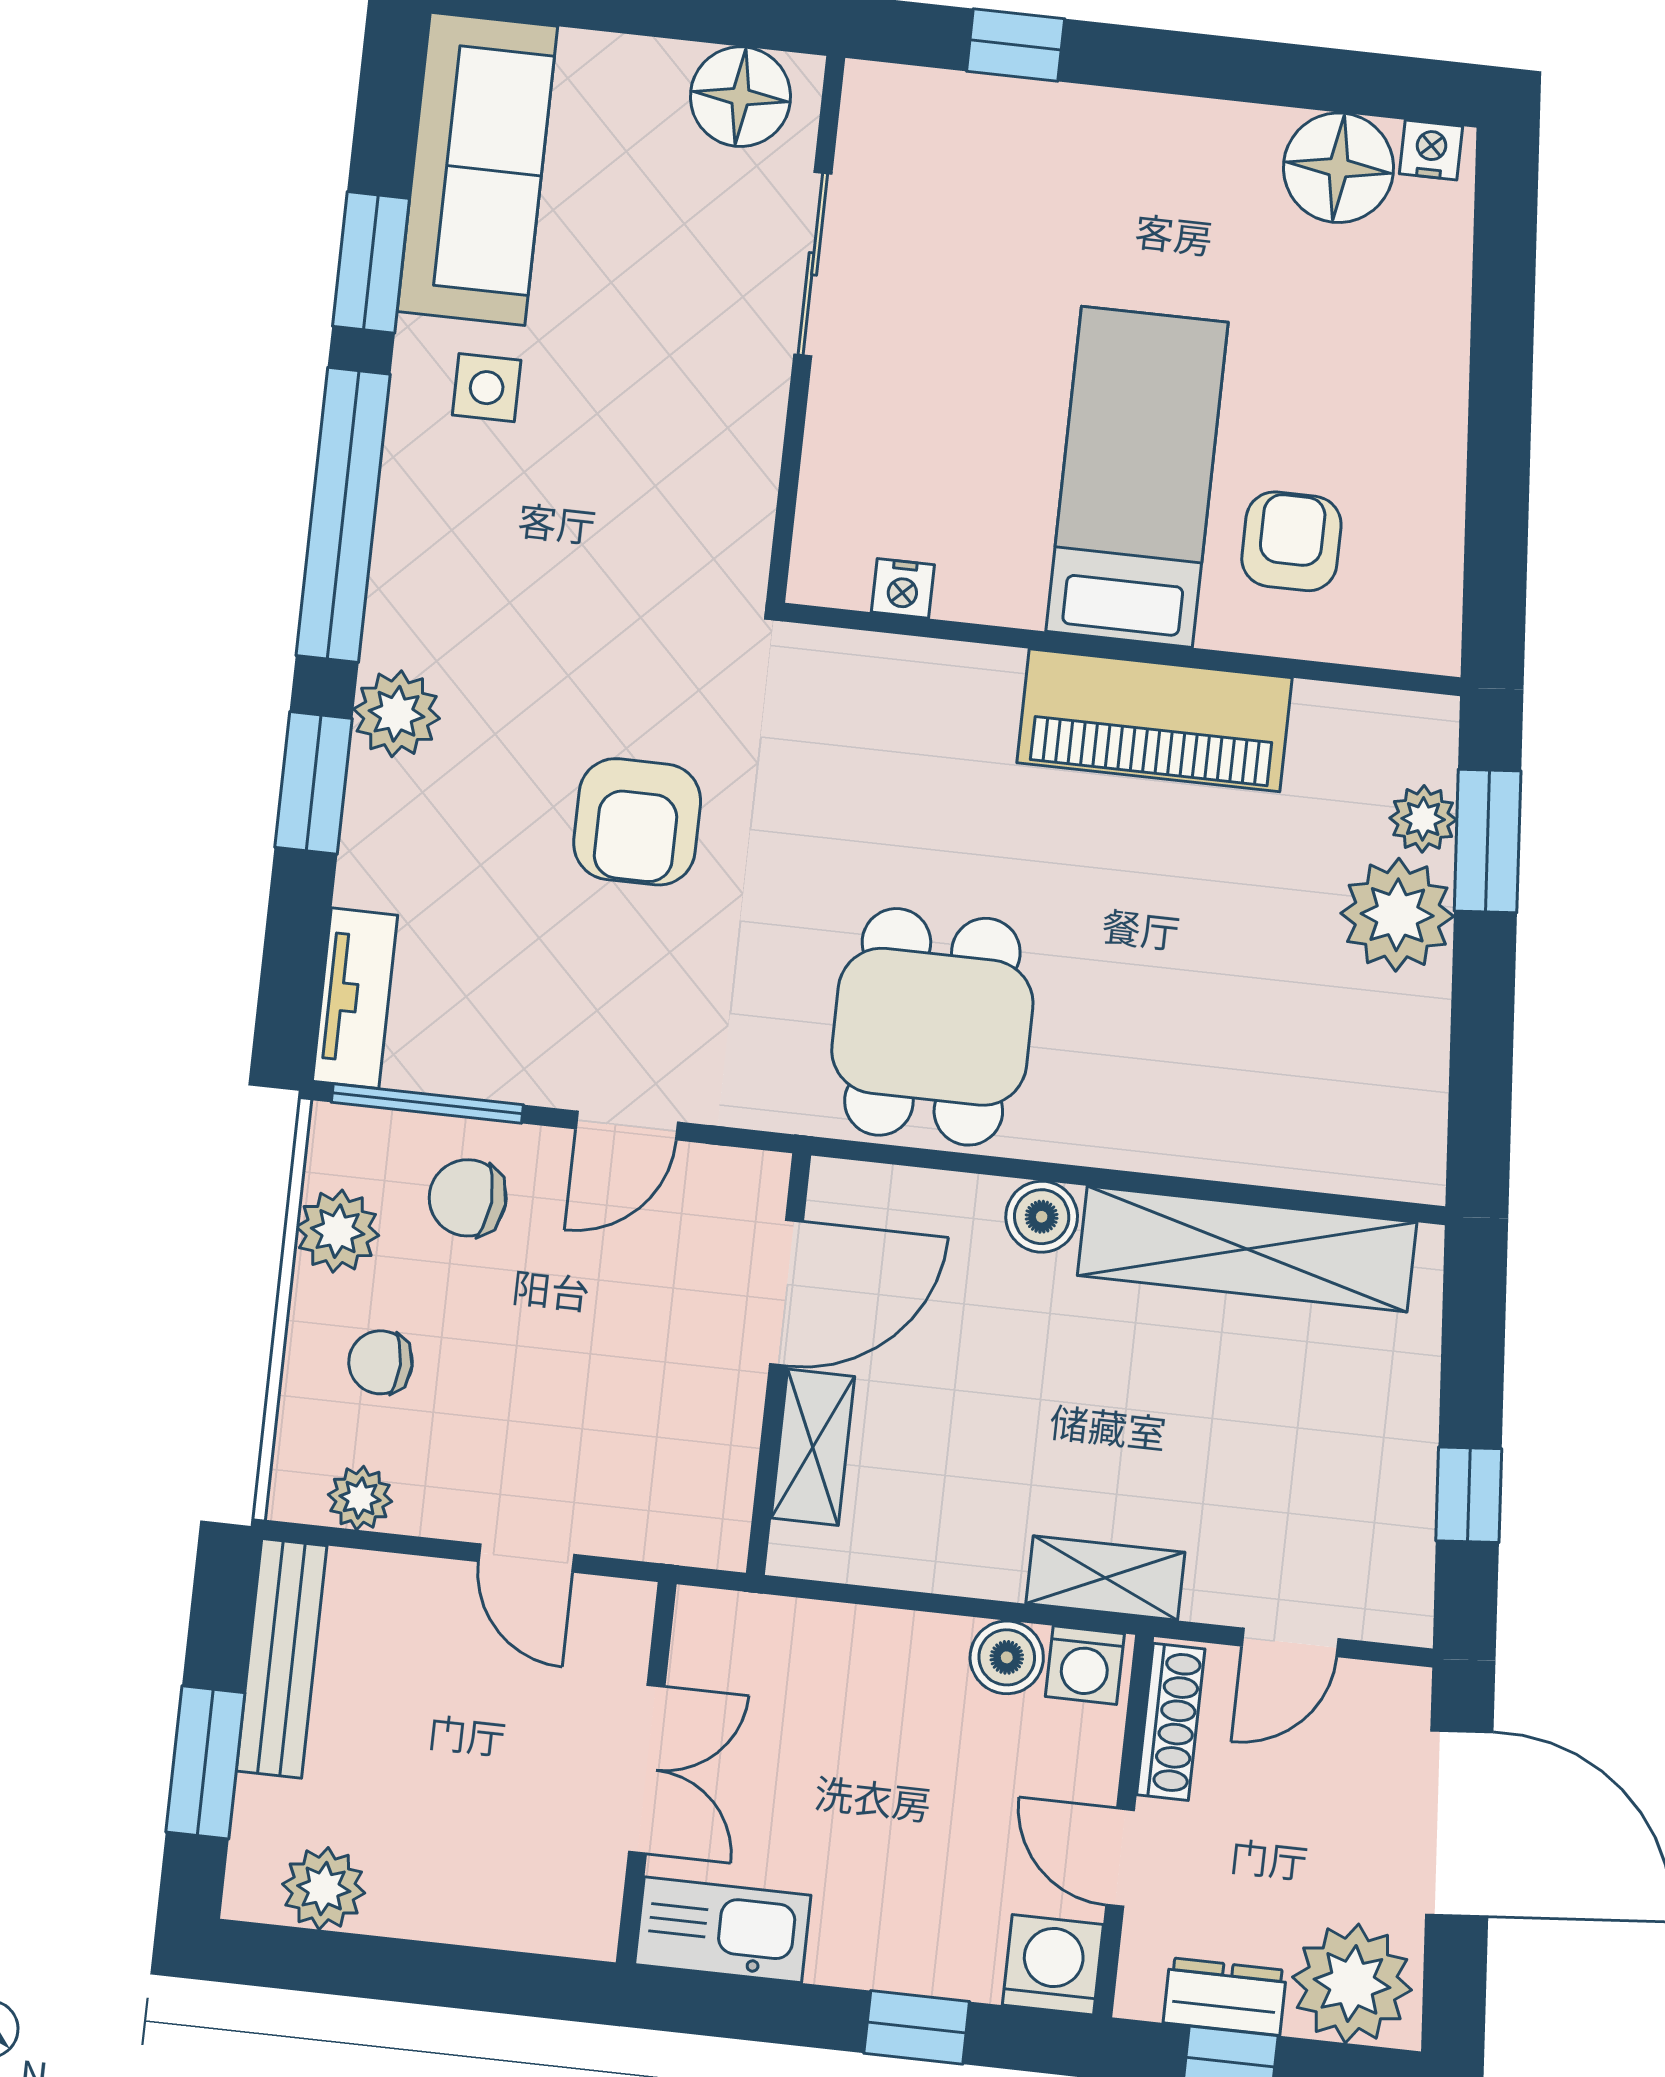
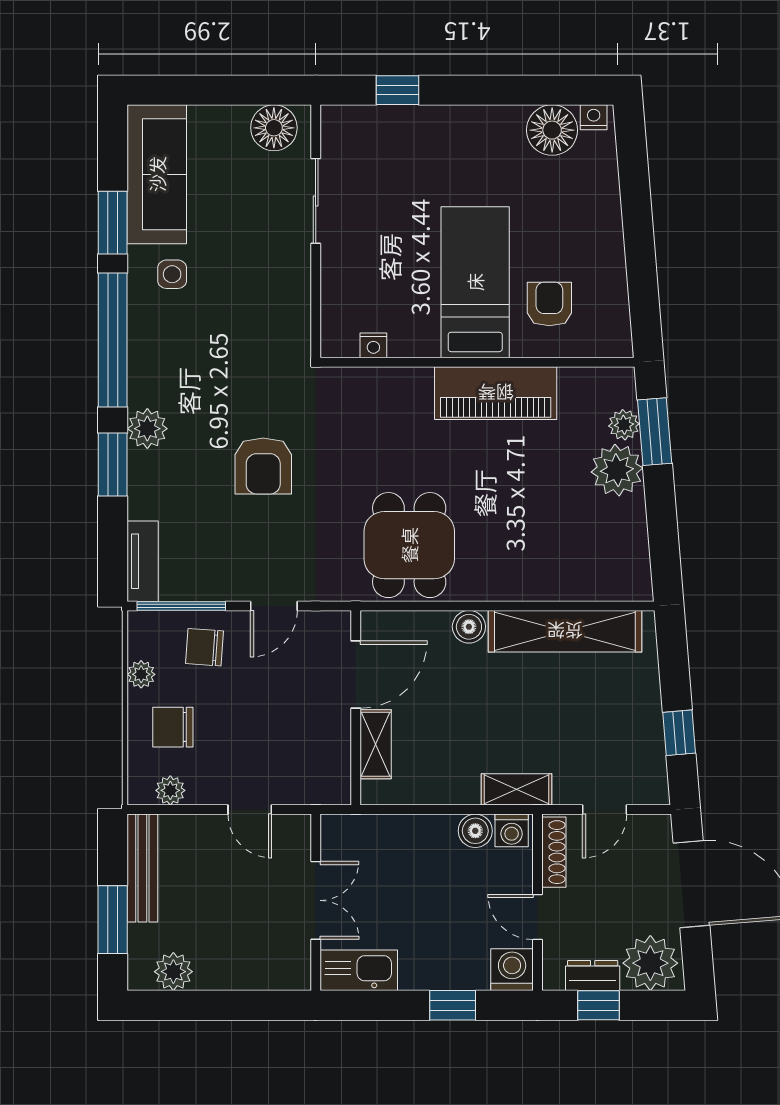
plant: (338, 1231) -> (141, 674), width x0.73, depth x0.73
chair: (381, 1362) -> (173, 727), width x1.37, depth x1.37

